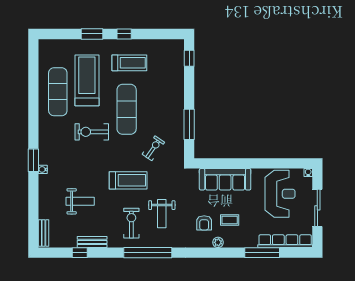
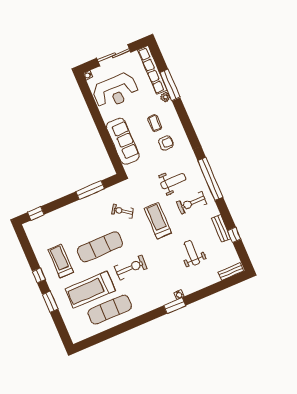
exercise bike: (92, 132) -> (131, 268), turned -90
reception desk: (280, 194) -> (115, 91), turned 180
plant: (218, 242) -> (165, 97), moved

